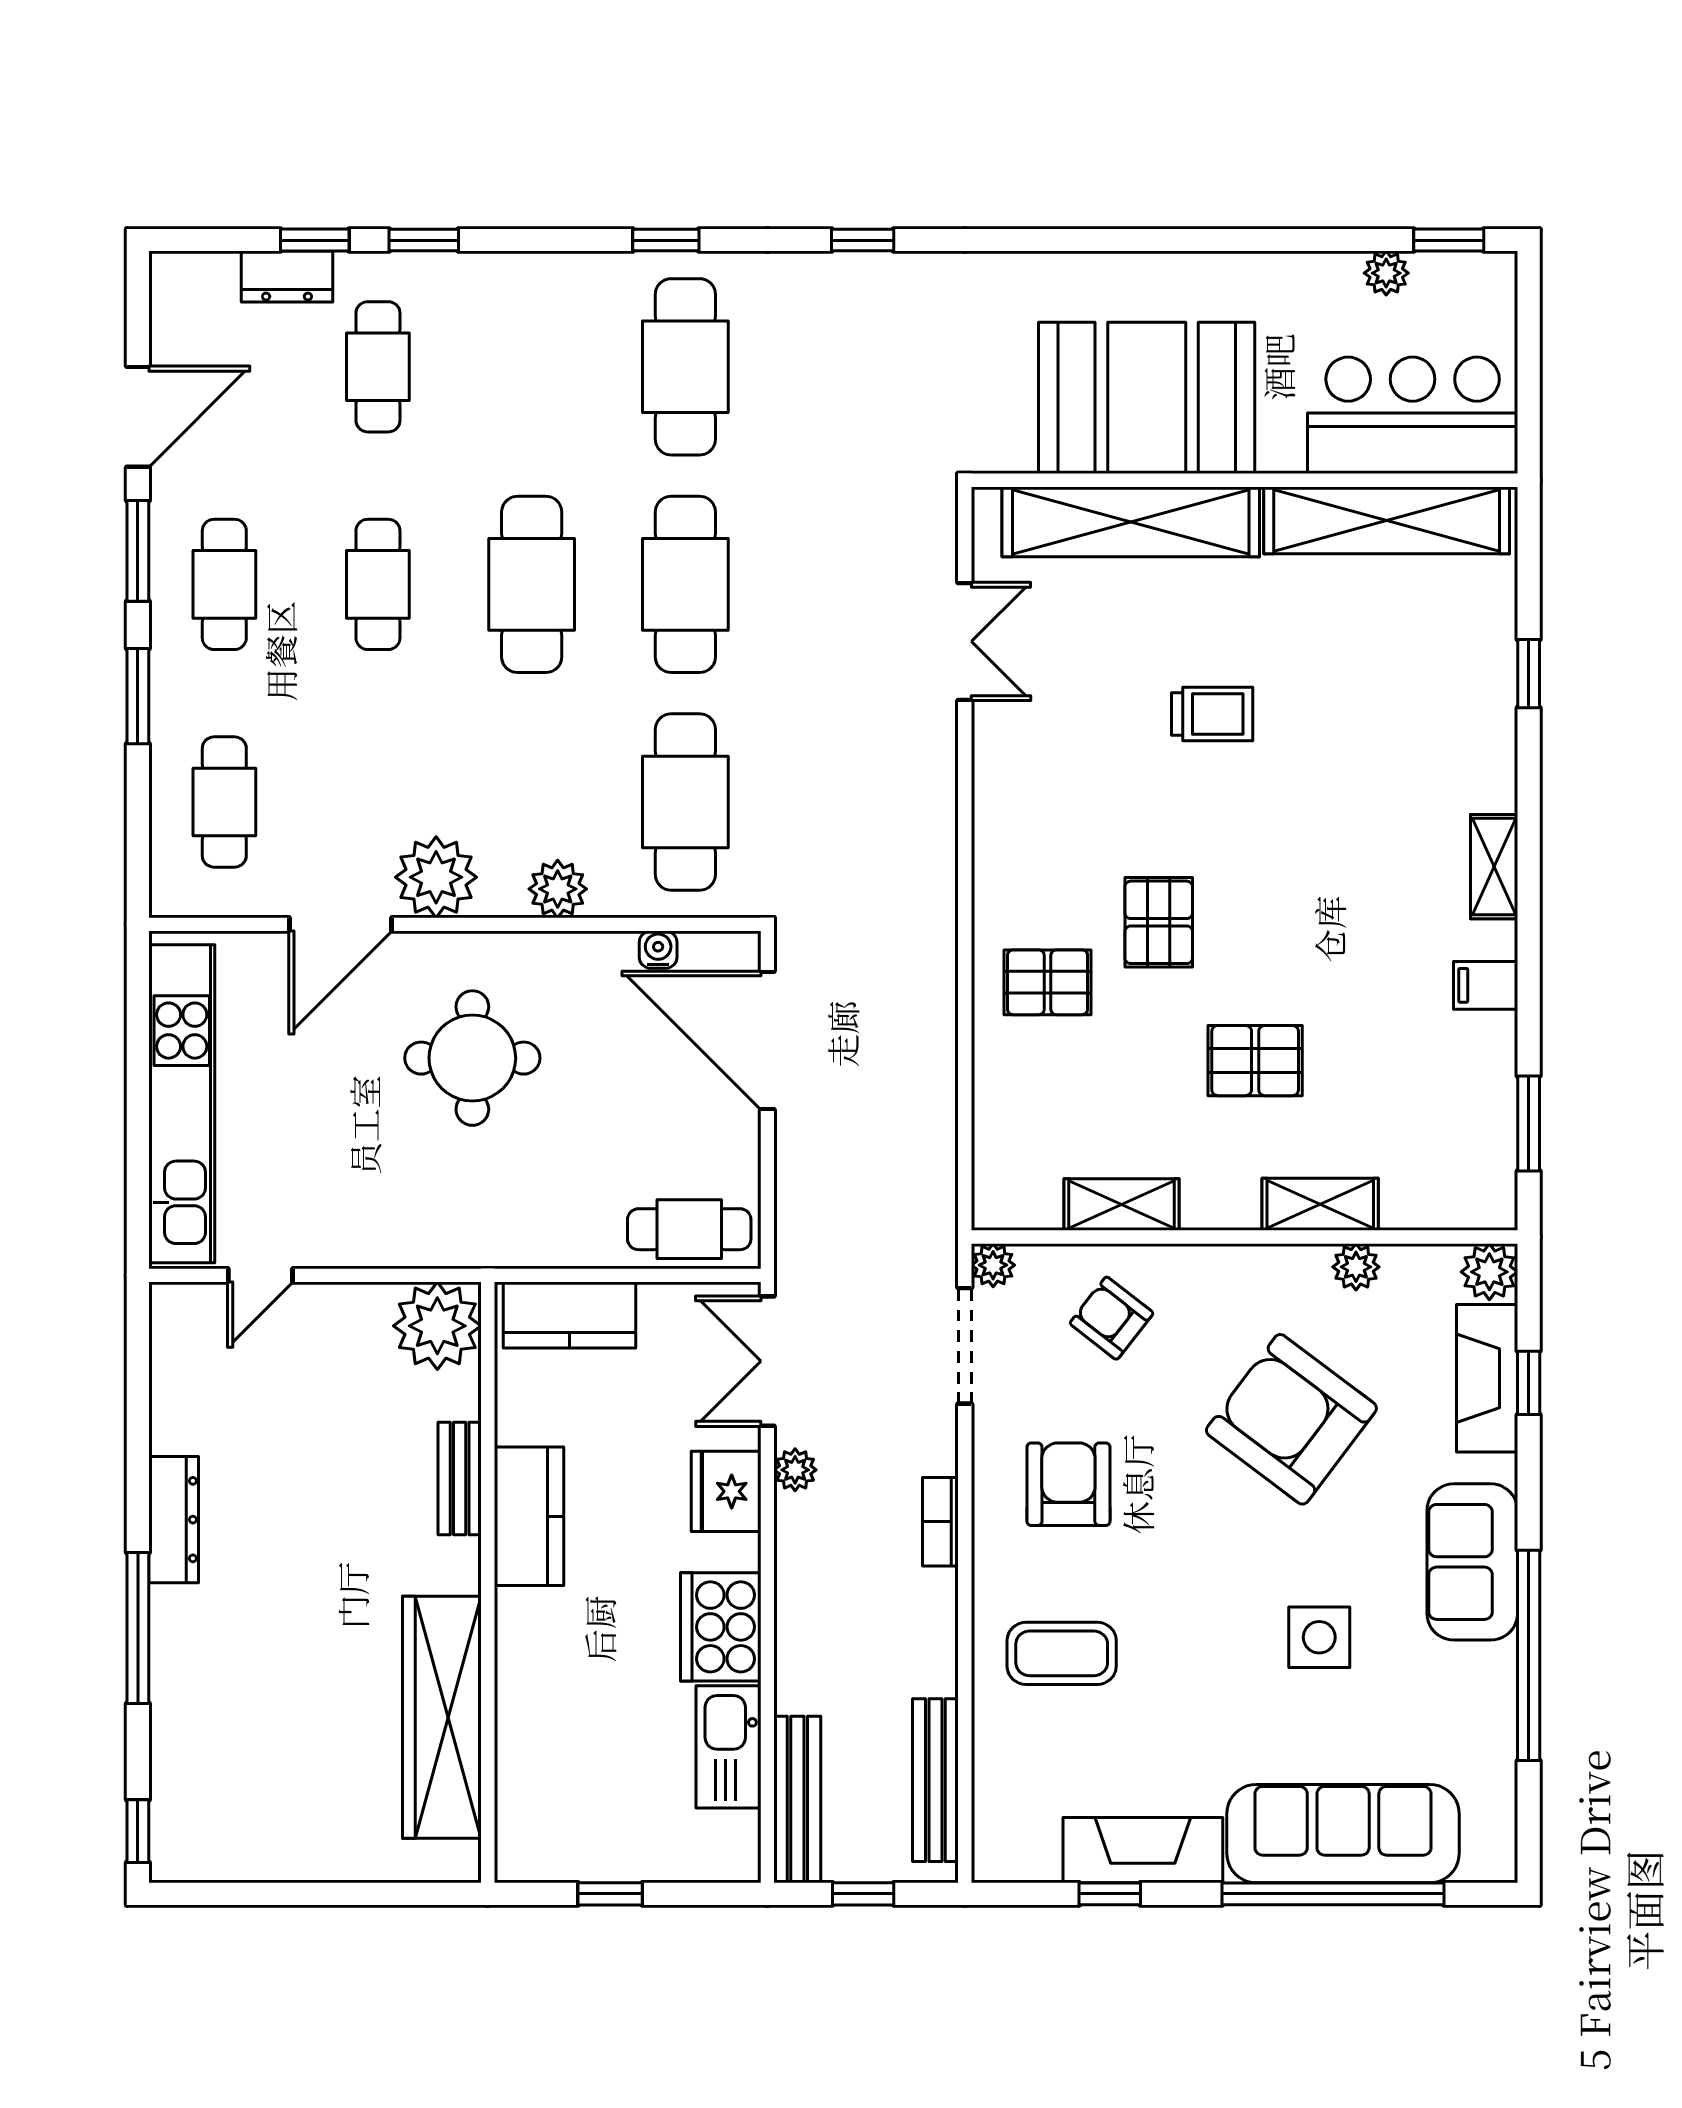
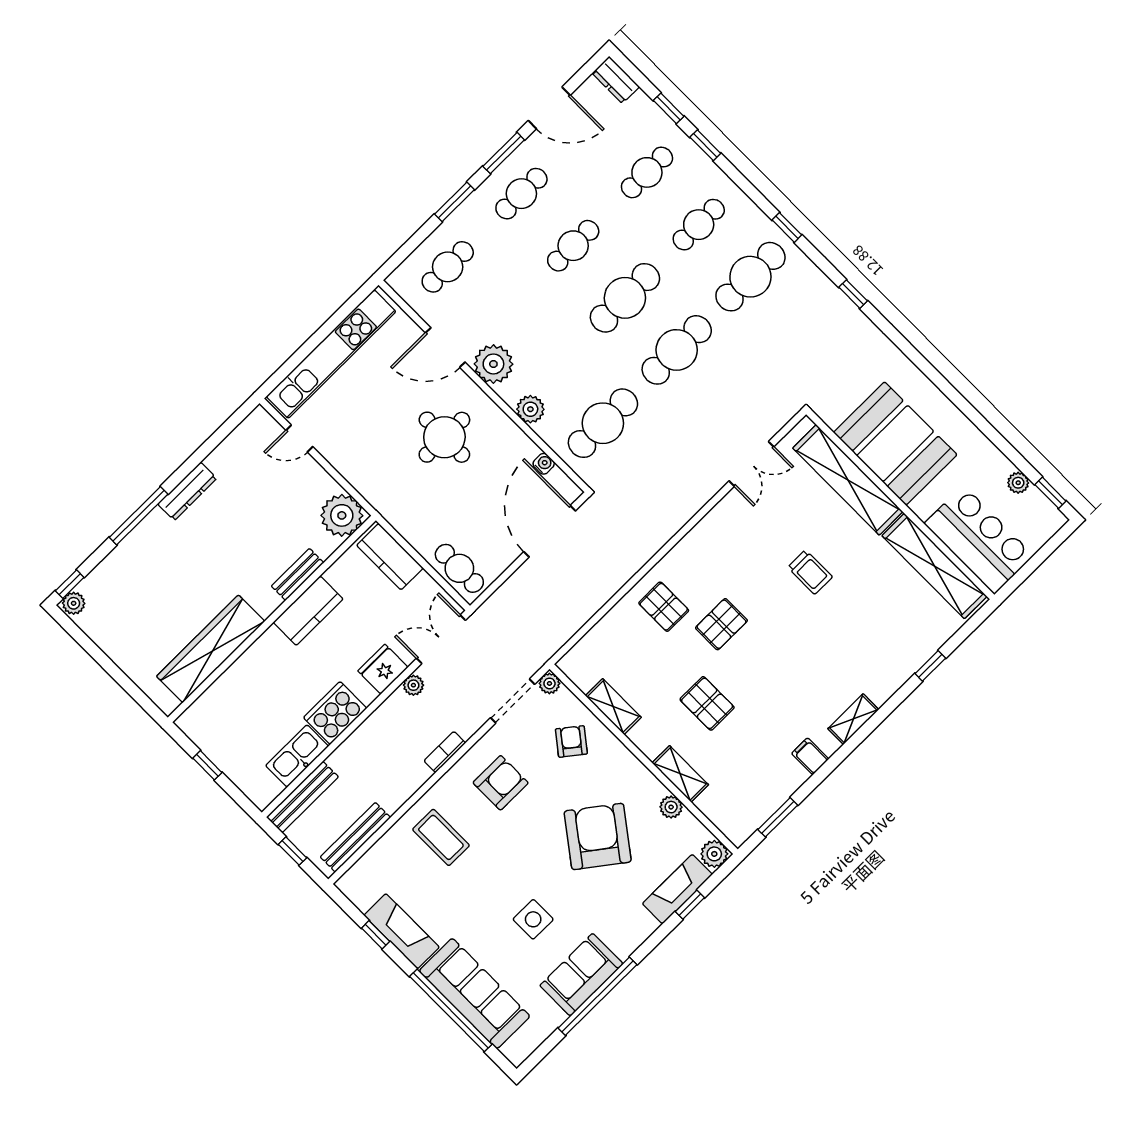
dresser: (287, 277) -> (616, 80), moved
cafe table: (532, 367) -> (699, 225), added
sofa: (1472, 1562) -> (581, 975), moved
plant: (172, 1854) -> (74, 603), added

